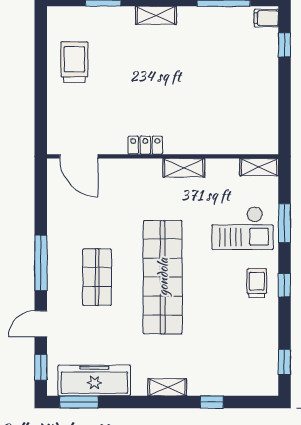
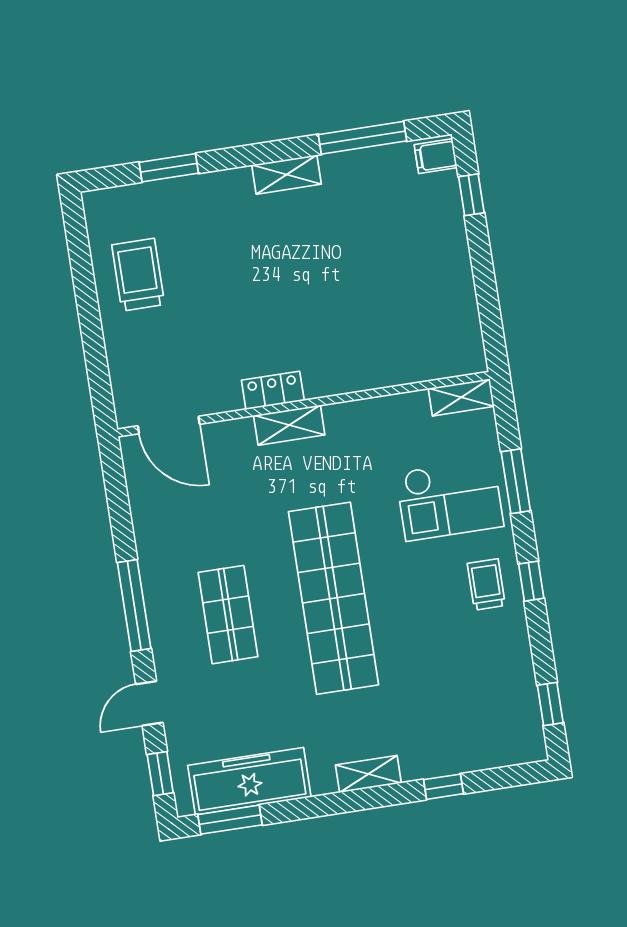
shelving: (156, 15) -> (287, 175), moved
shelving: (184, 168) -> (289, 425), moved

